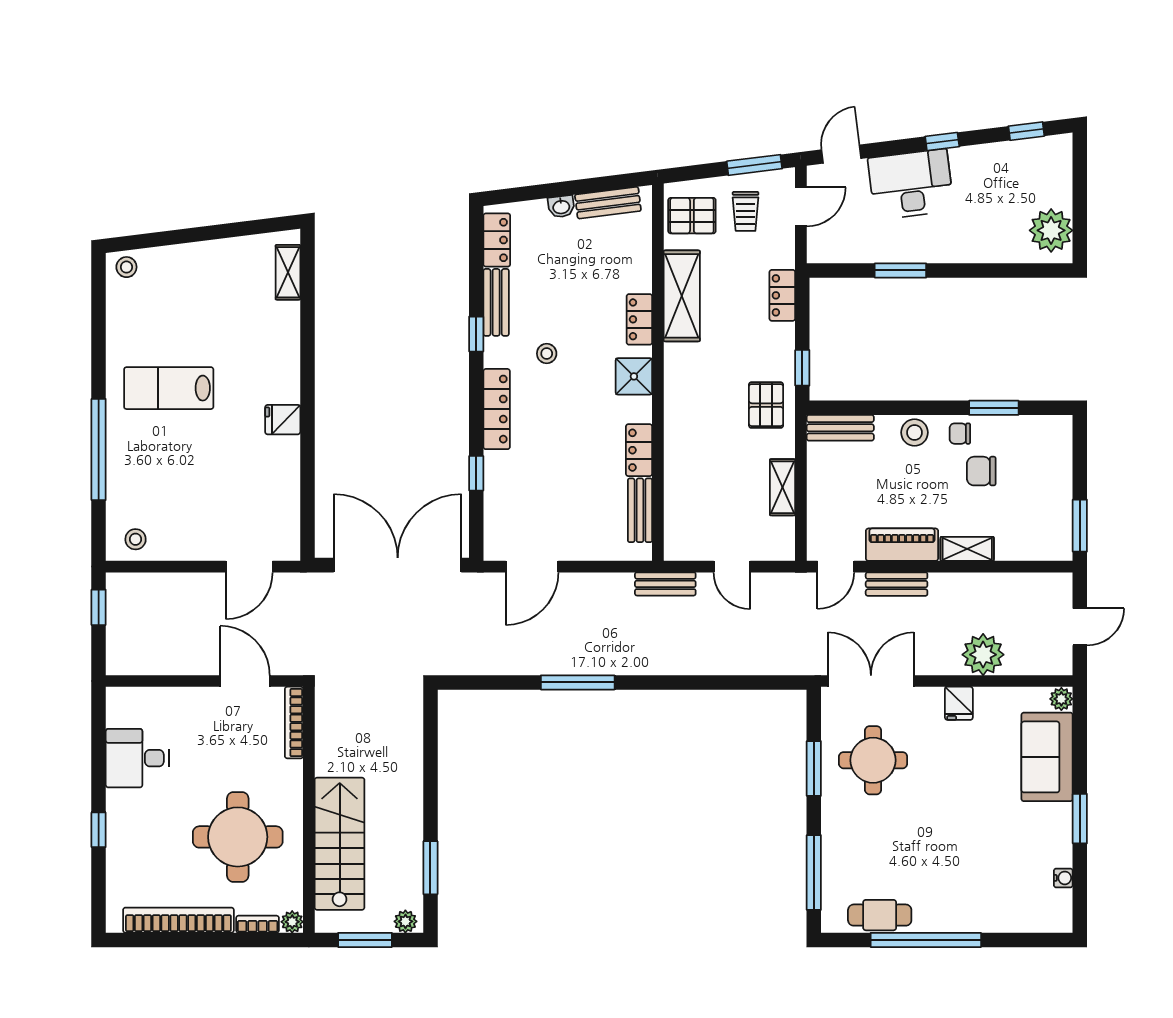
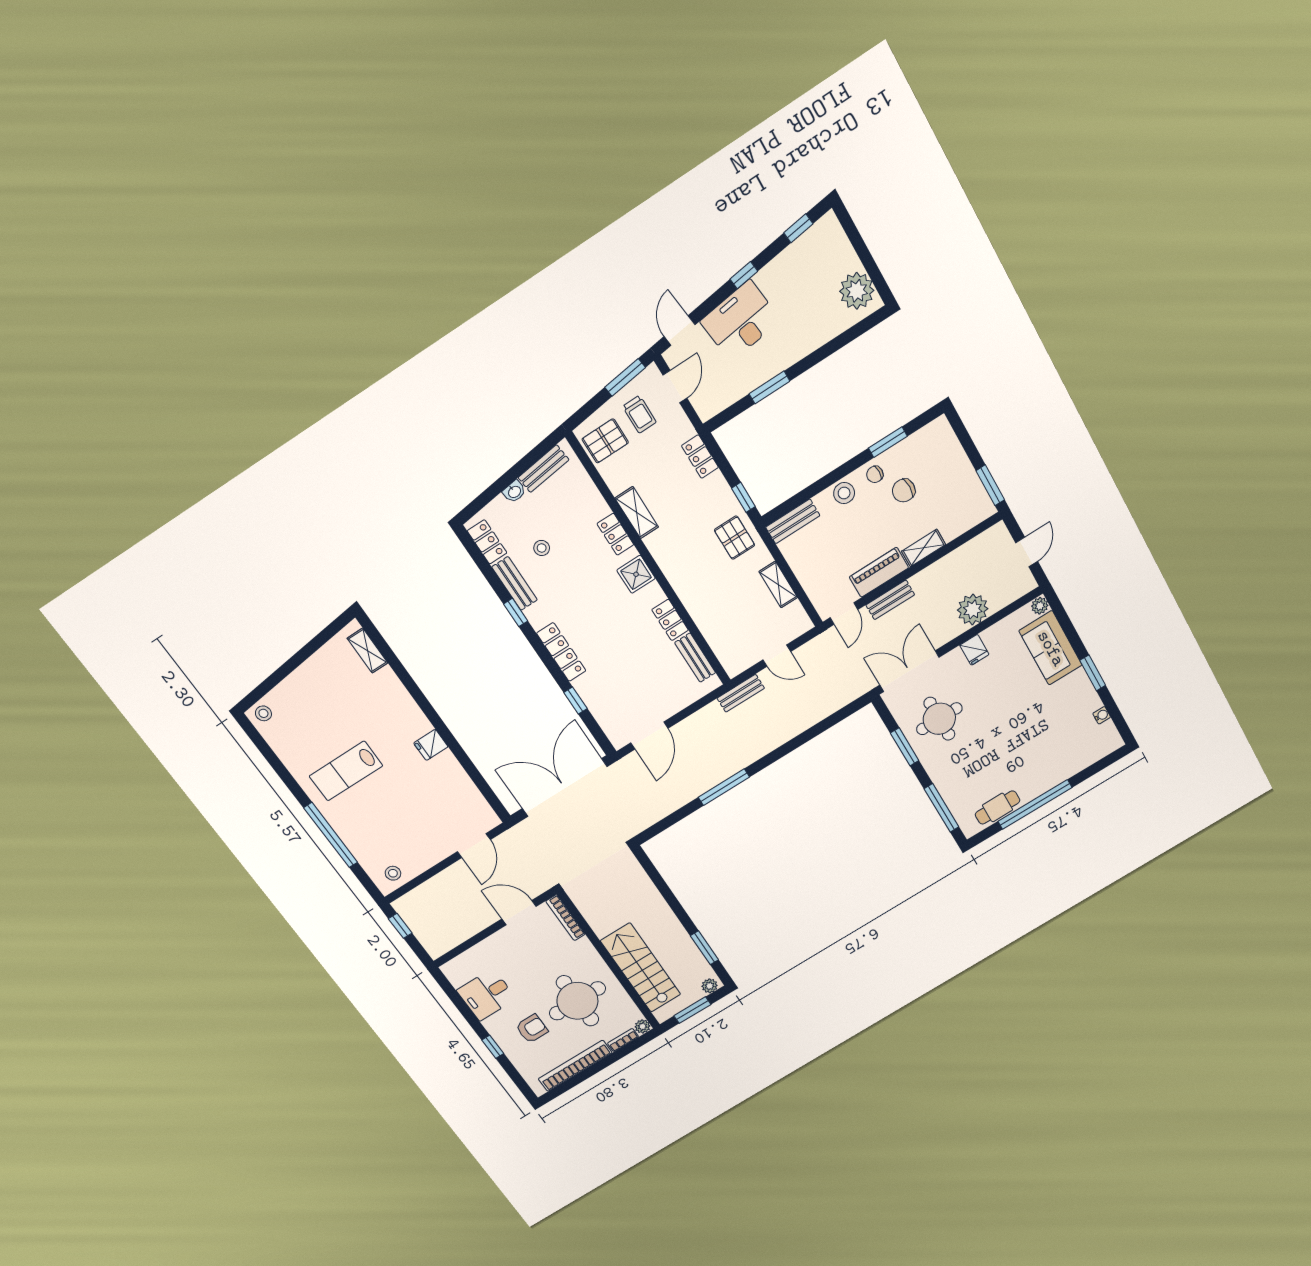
shelving: (682, 296) -> (637, 513), width x0.67, depth x0.75
stool: (547, 354) -> (542, 548), moved
armchair: (160, 837) -> (532, 1029), added

